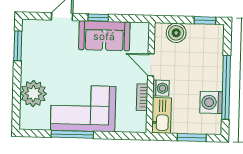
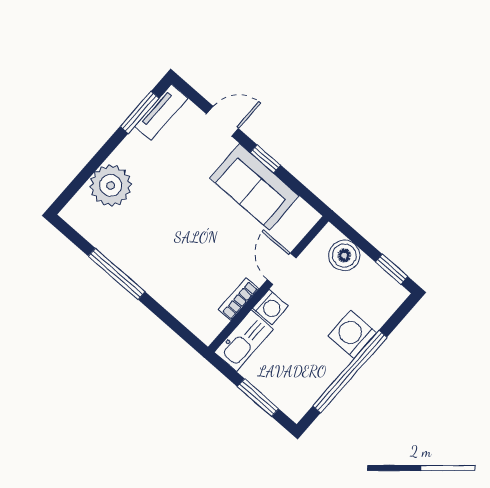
tv unit: (28, 37) -> (161, 112), added
washing machine: (211, 102) -> (352, 334), moved
corner sofa: (83, 108) -> (156, 253), removed

